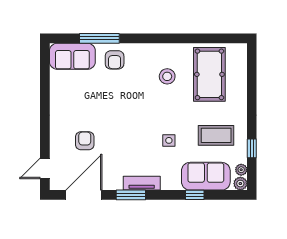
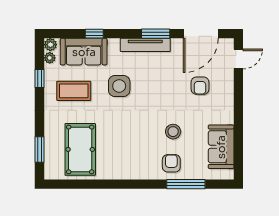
sofa: (72, 56) -> (221, 147), moved, turned -90
window: (252, 74) -> (40, 149), added
stool: (167, 76) -> (173, 132), moved
side table: (169, 140) -> (119, 86), width x1.87, depth x1.87
tv unit: (142, 183) -> (145, 45), width x1.41

